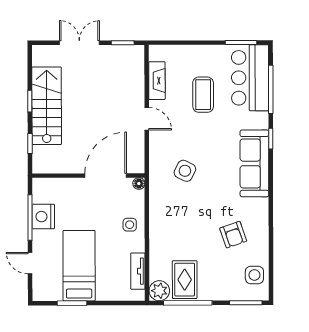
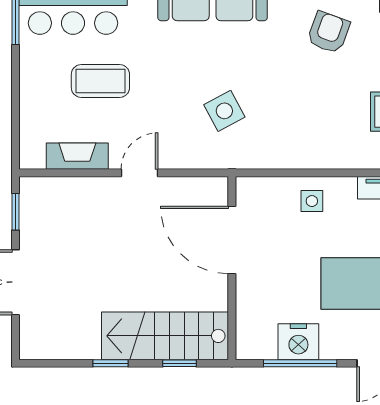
stairs: (47, 106) -> (165, 336), moved
side table: (185, 171) -> (224, 111), turned 36
floor lamp: (139, 184) -> (245, 186), removed
armchair: (233, 235) -> (328, 32), turned -51

